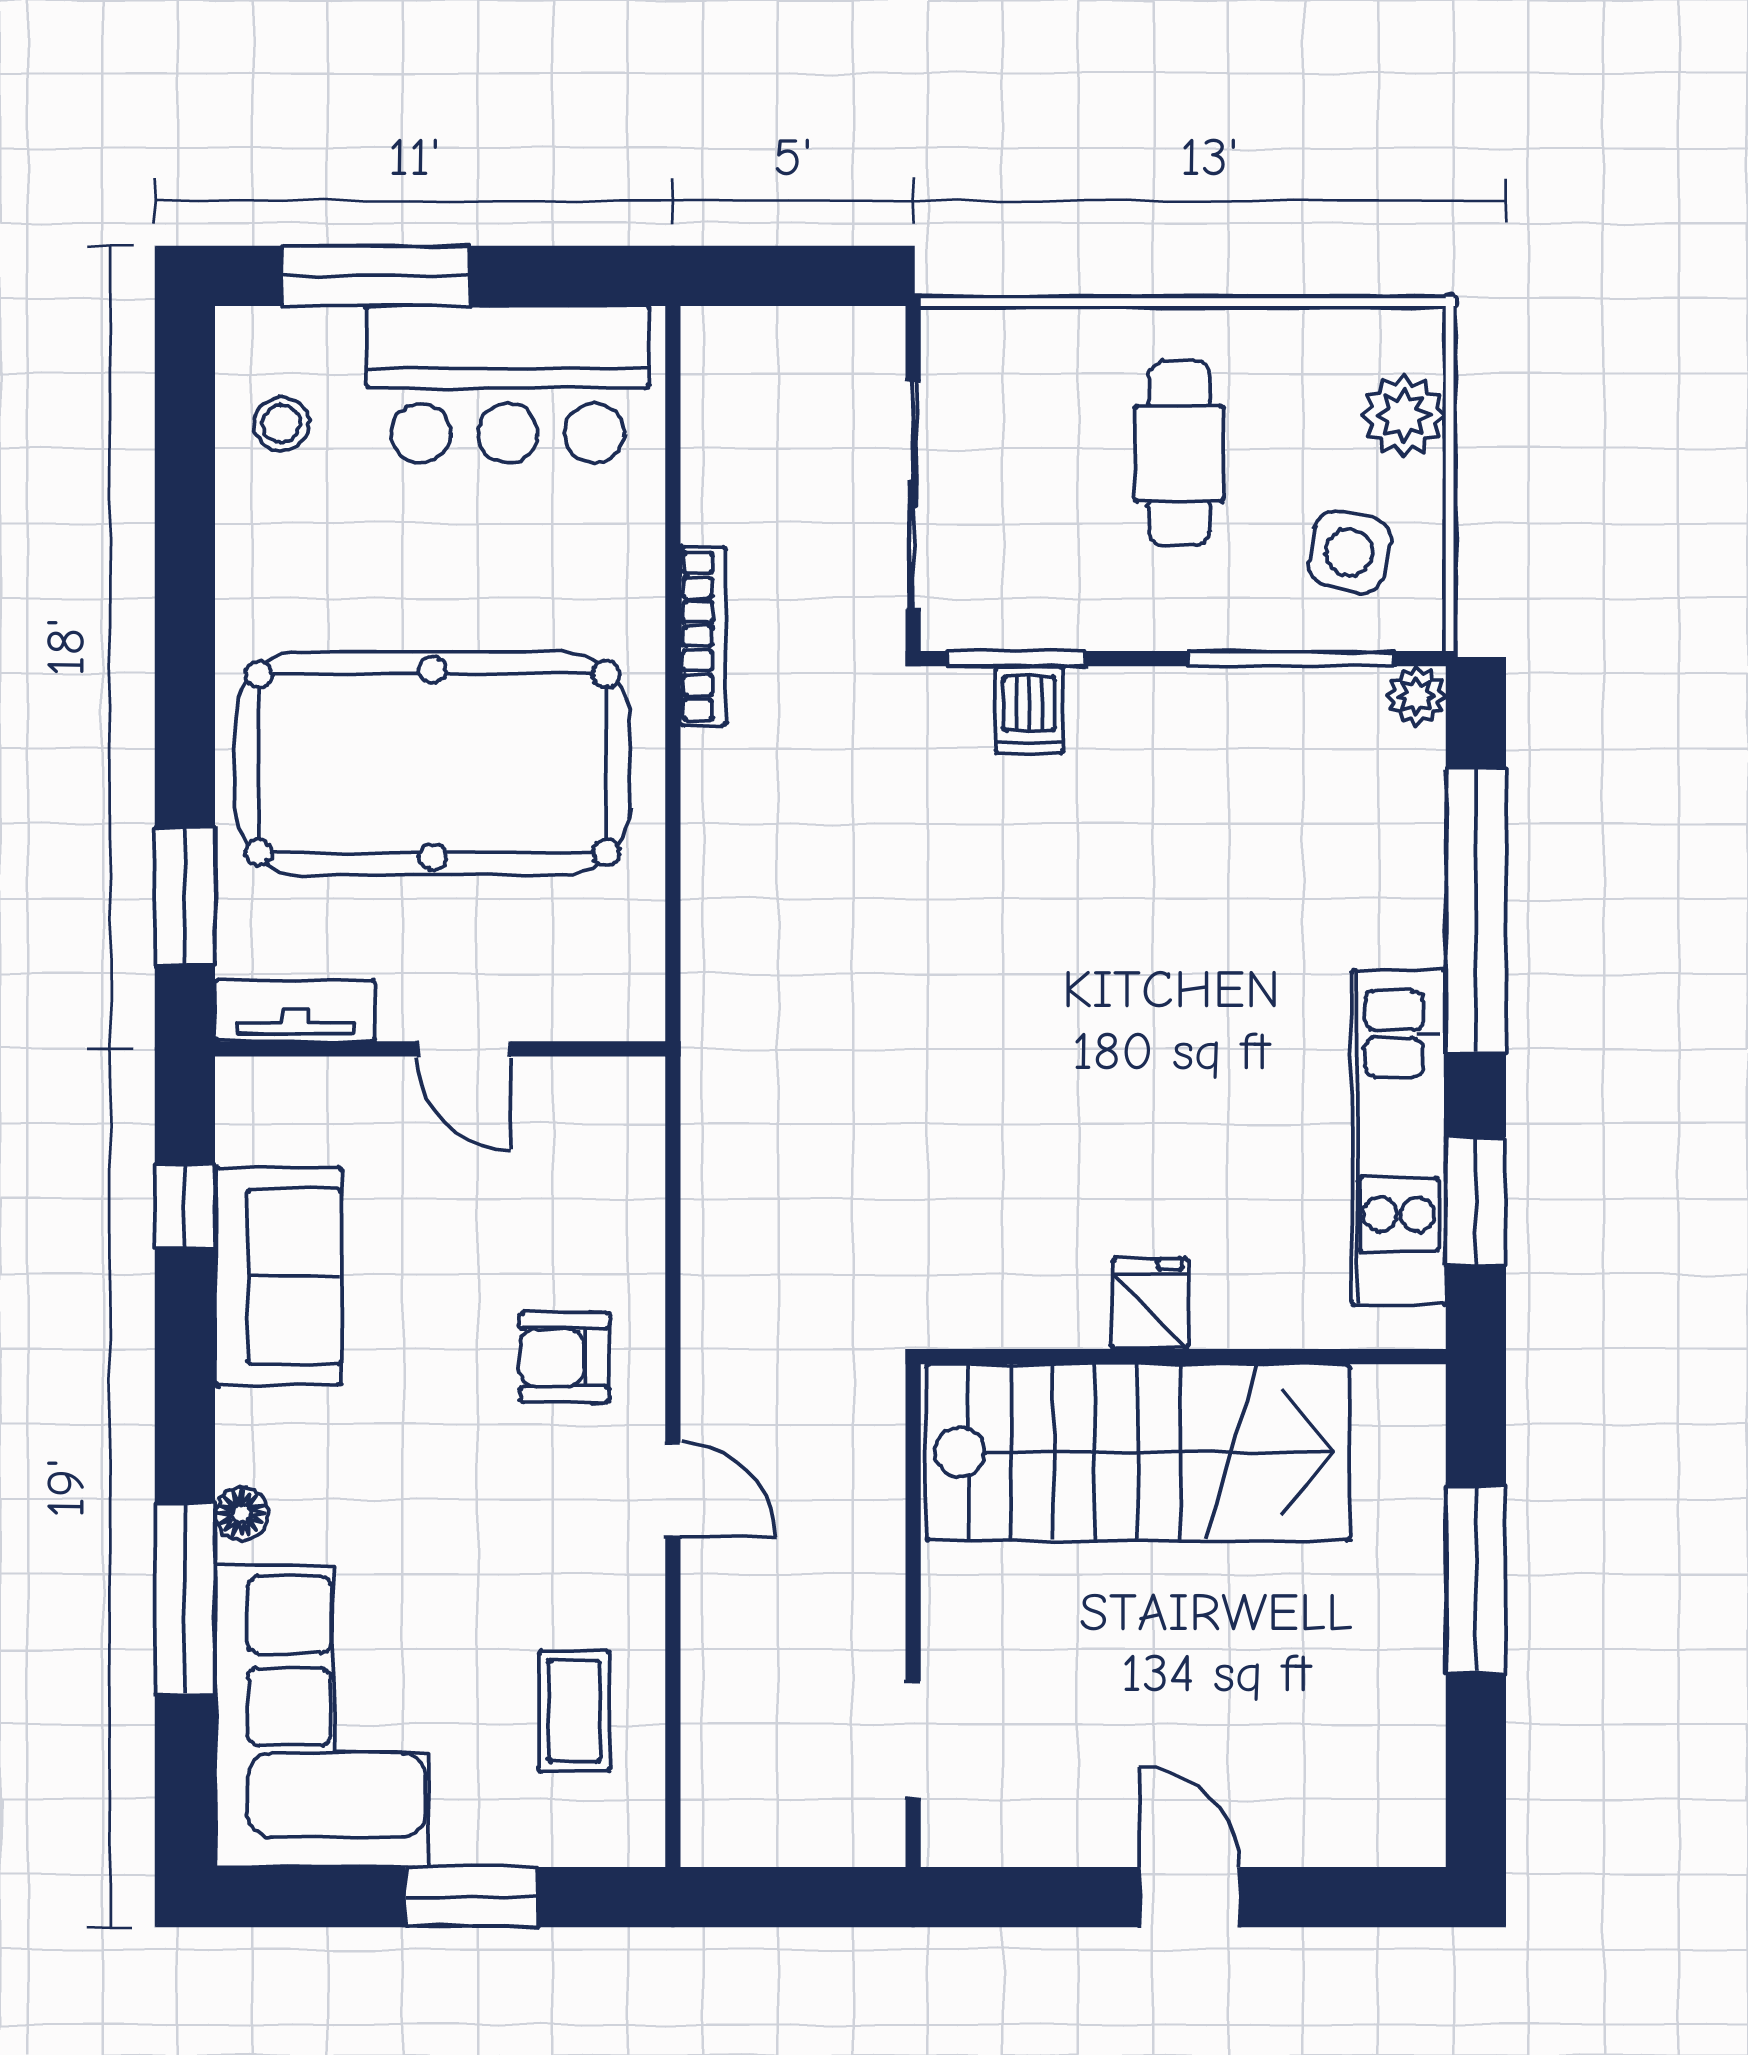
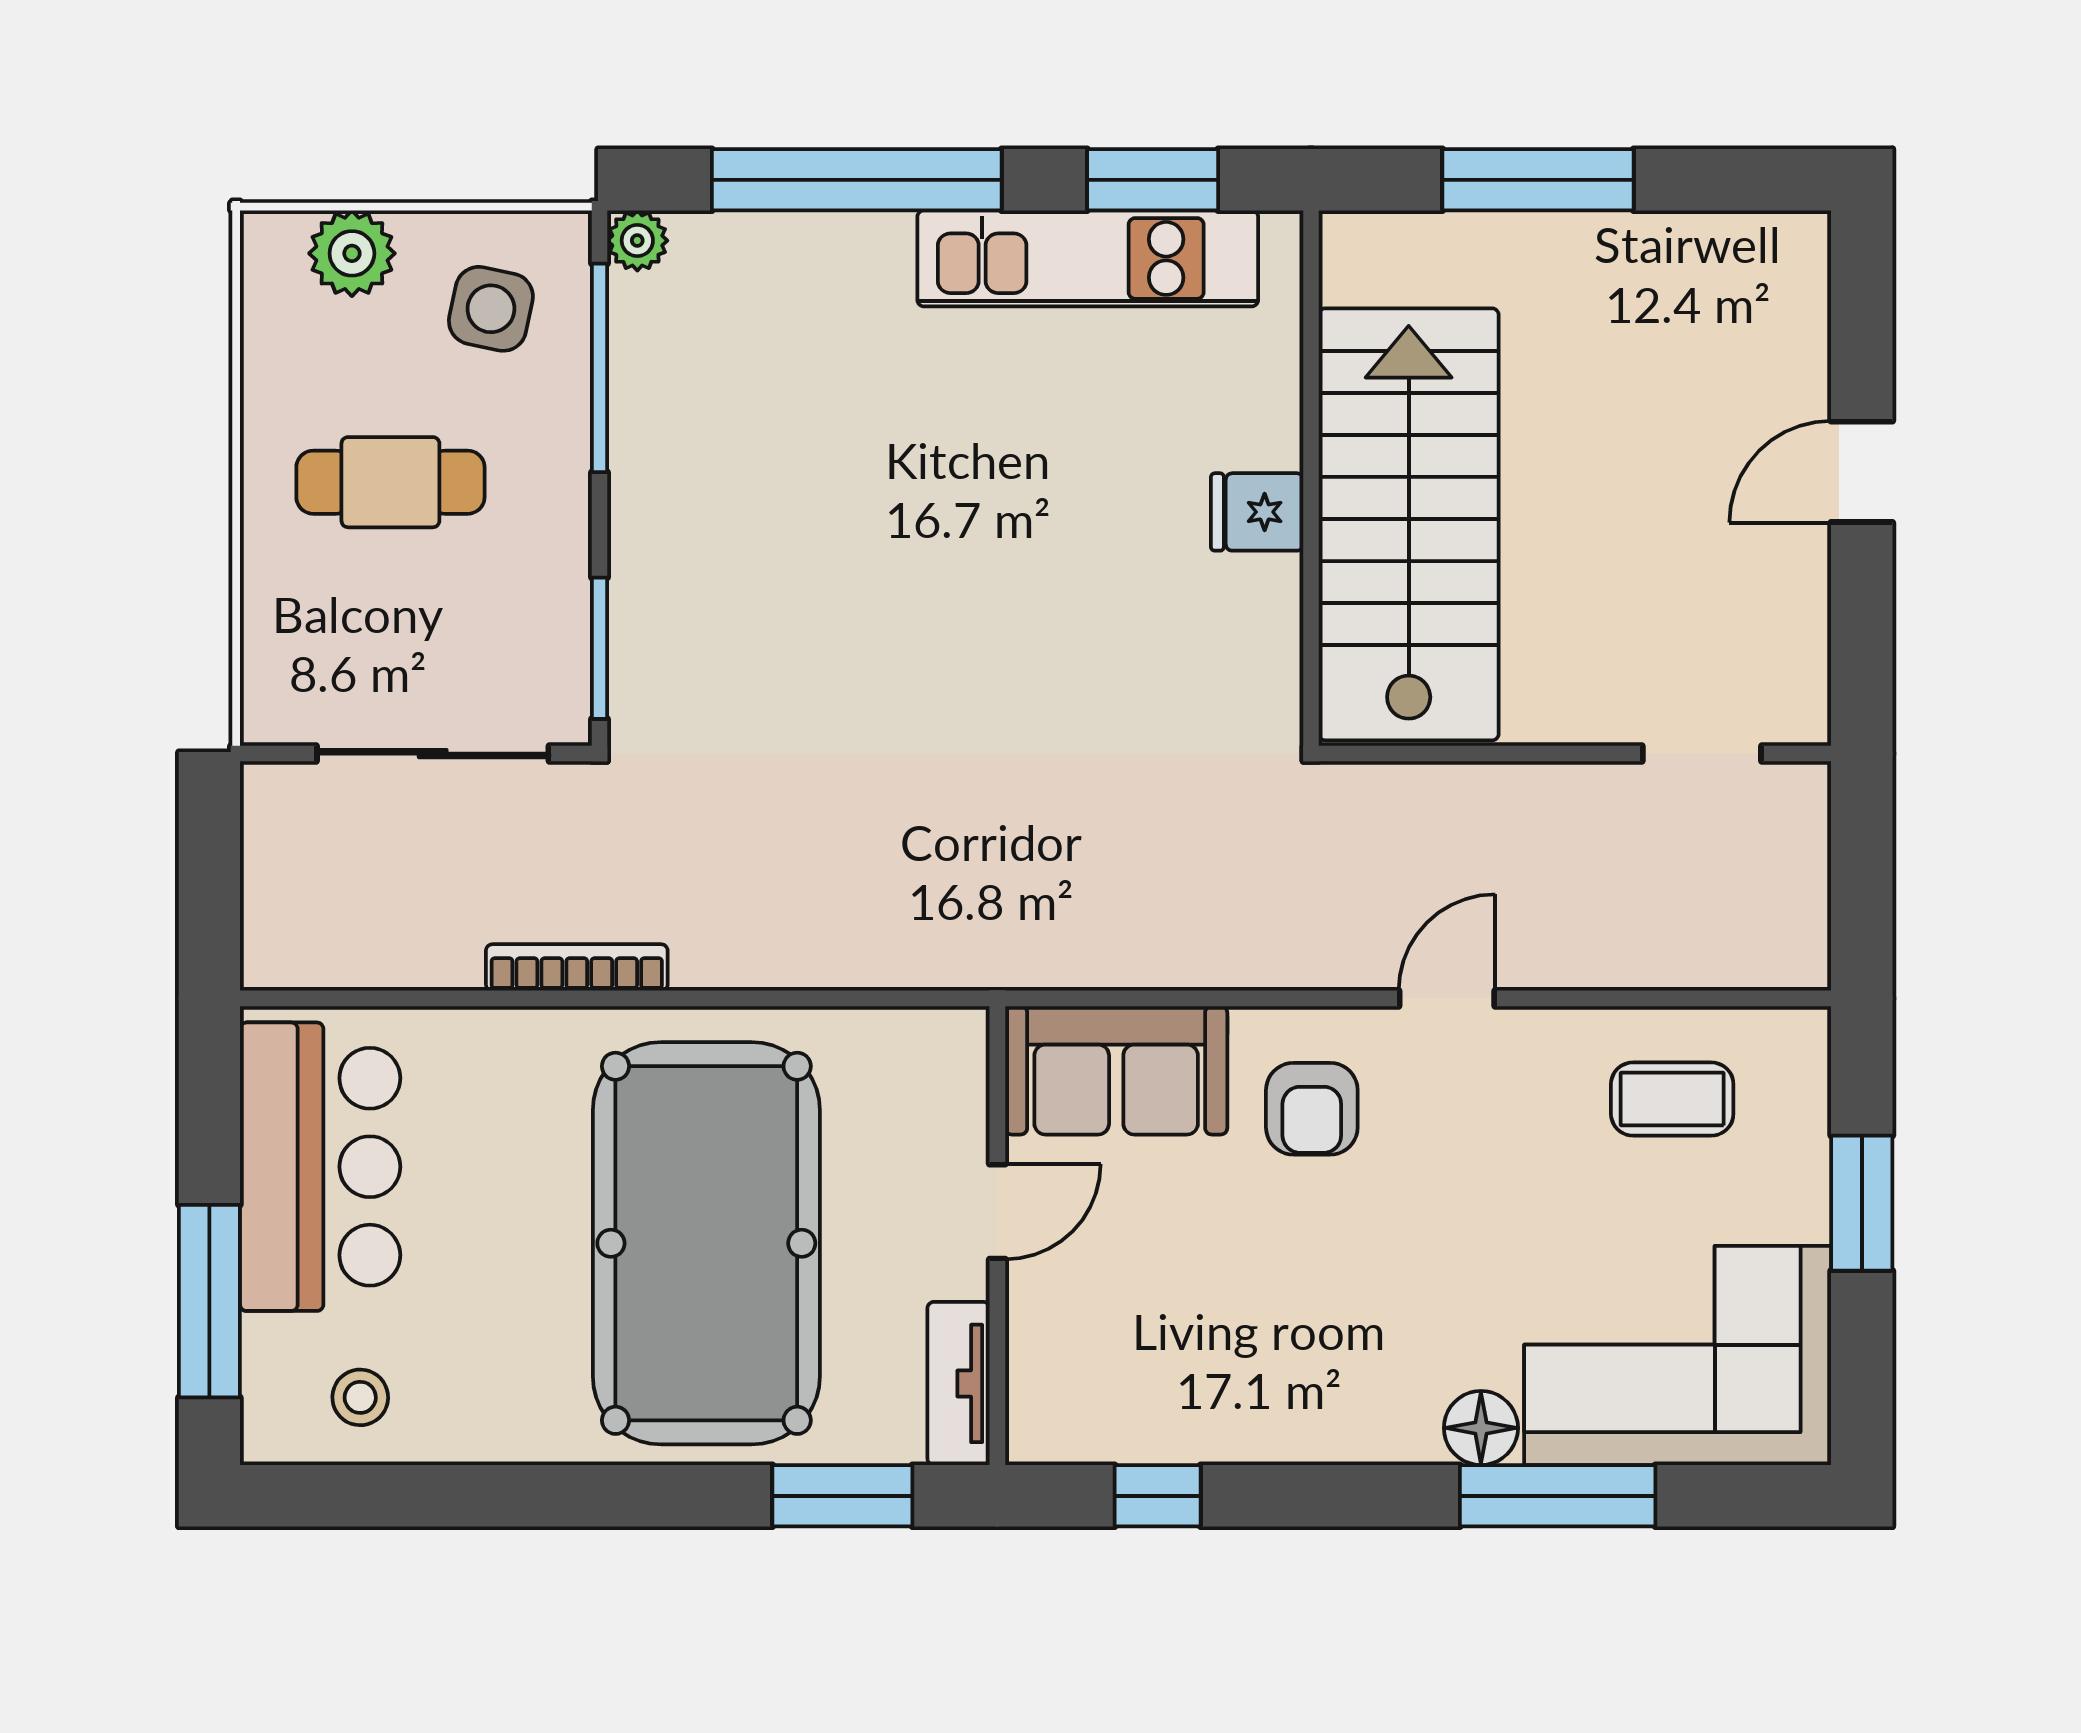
dishwasher: (1029, 710) -> (652, 635), removed
sofa: (278, 1277) -> (1116, 1070), moved, turned 180
floor lamp: (242, 1514) -> (1481, 1428), width x1.37, depth x1.37

